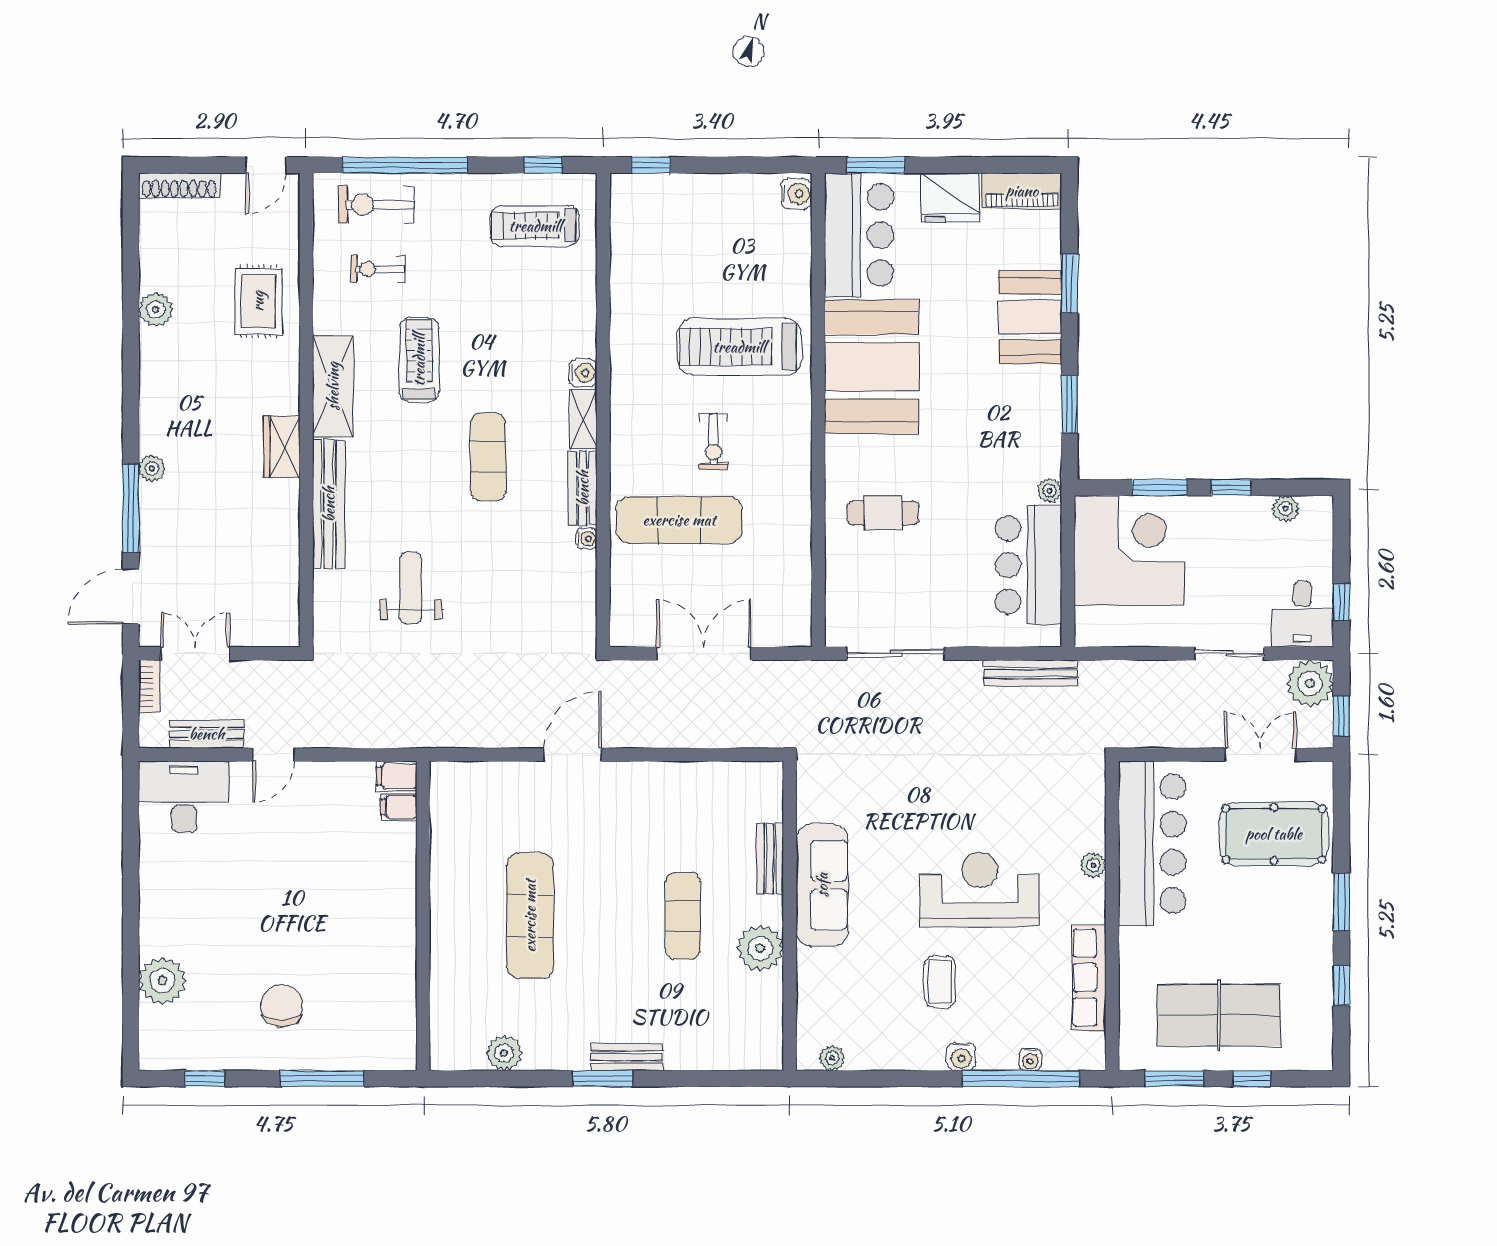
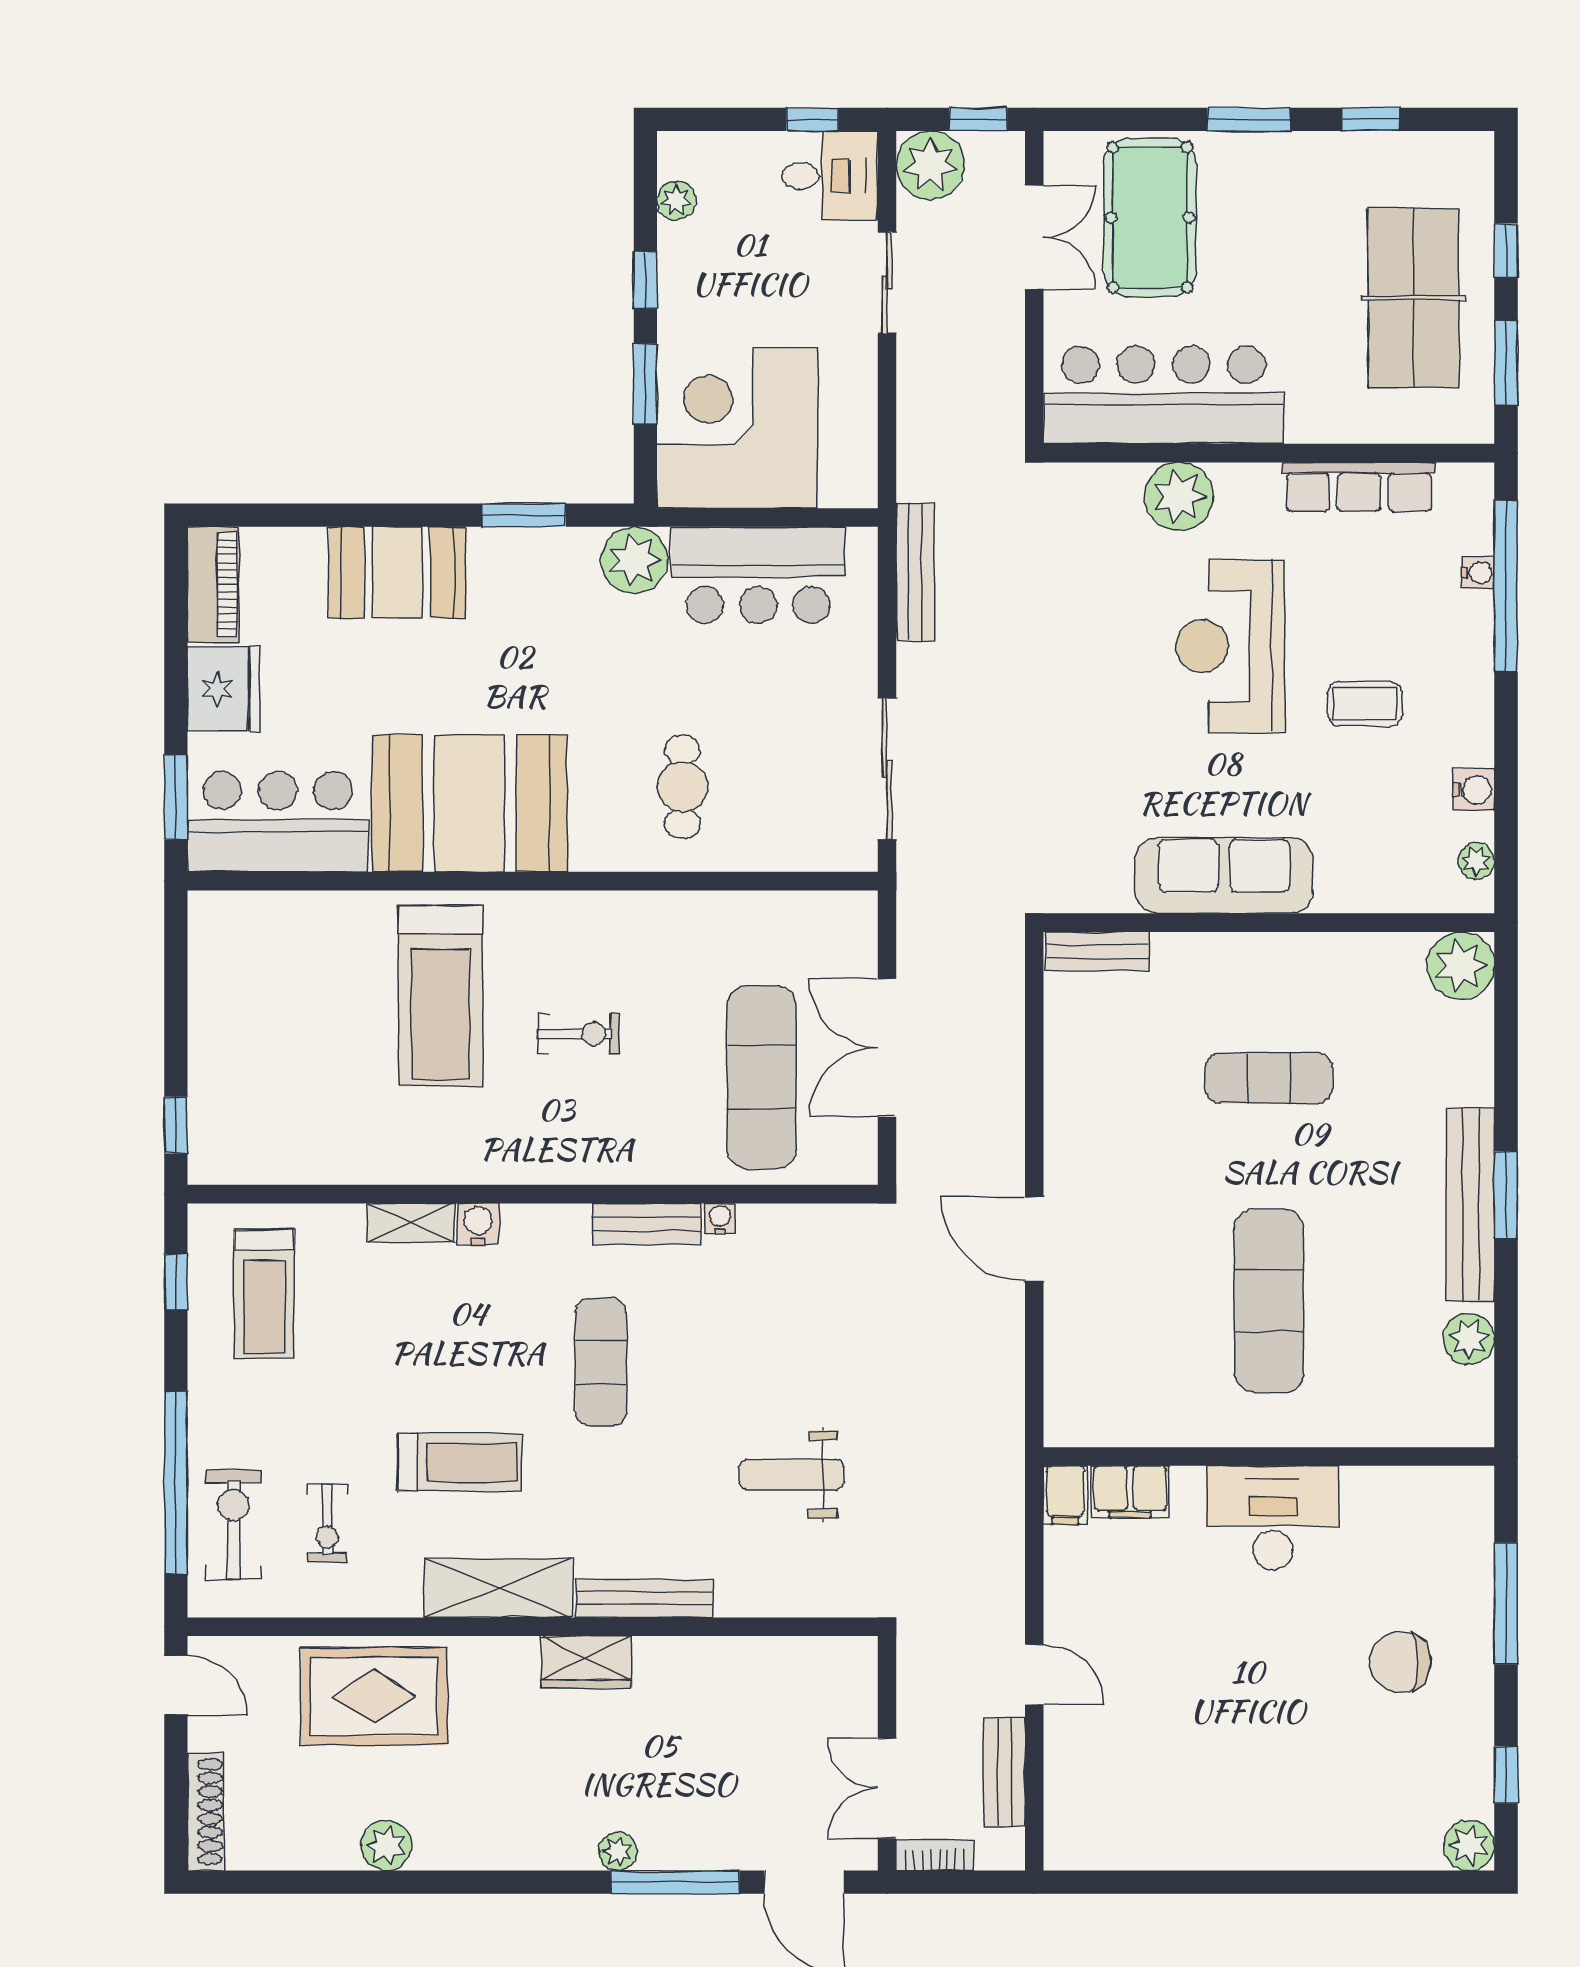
water cooler: (796, 194) -> (218, 913), removed
exercise bike: (376, 205) -> (233, 1525), turned 180
window: (1070, 284) -> (348, 515), removed
rug: (258, 301) -> (374, 1696), width x1.36, depth x1.43
treadmill: (419, 360) -> (460, 1462), turned 180
shelving: (584, 419) -> (411, 1223), moved
exercise mat: (488, 457) -> (601, 1362), turned 90
plant: (1049, 491) -> (634, 560), width x1.88, depth x1.88
bench: (329, 504) -> (644, 1598), width x0.73, depth x0.82
exercise mat: (679, 520) -> (762, 1077), moved
double door: (1260, 755) -> (1034, 237), swing flipped
desk: (184, 797) -> (1273, 1518), moved, turned 90
filing cabinet: (399, 807) -> (1130, 1492), width x2.00
bench: (770, 859) -> (1097, 951), moved
plant: (1093, 865) -> (1179, 497), width x1.88, depth x1.88
exercise mat: (530, 916) -> (1269, 1301), turned 90
plant: (760, 948) -> (1461, 965), moved
plant: (162, 981) -> (1469, 1845), moved, width x0.73, depth x0.73
water cooler: (961, 1056) -> (1474, 790), moved
bench: (627, 1057) -> (1470, 1205), width x1.86, depth x1.21

